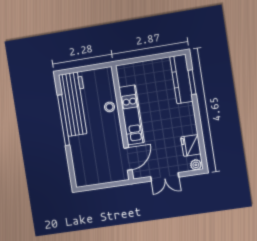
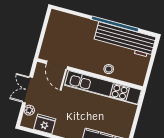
kitchen unit: (132, 115) -> (103, 88), width x1.36
plant: (196, 165) -> (29, 110), moved

